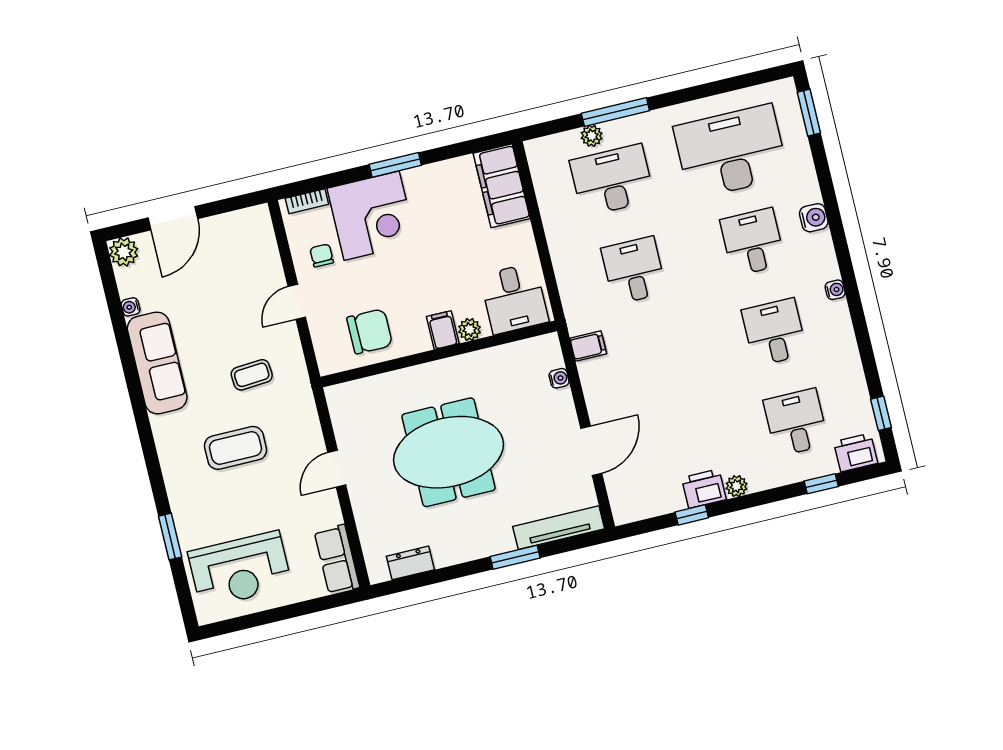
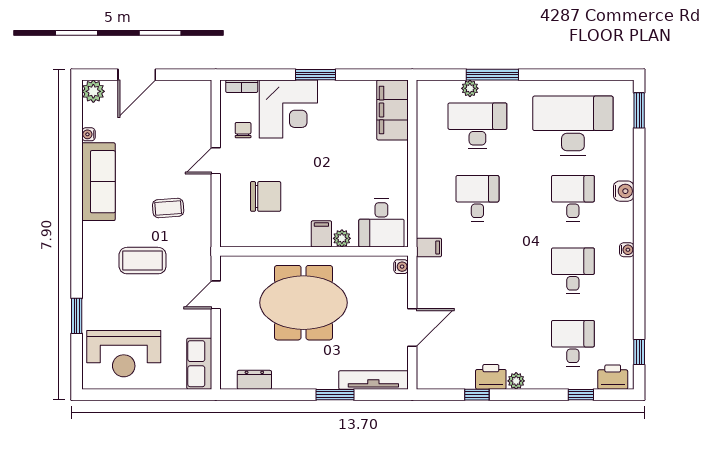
desk: (514, 298) -> (381, 223), moved
filing cabinet: (443, 330) -> (321, 234), moved
plant: (470, 330) -> (342, 238), moved
wall: (439, 354) -> (314, 251), moved

